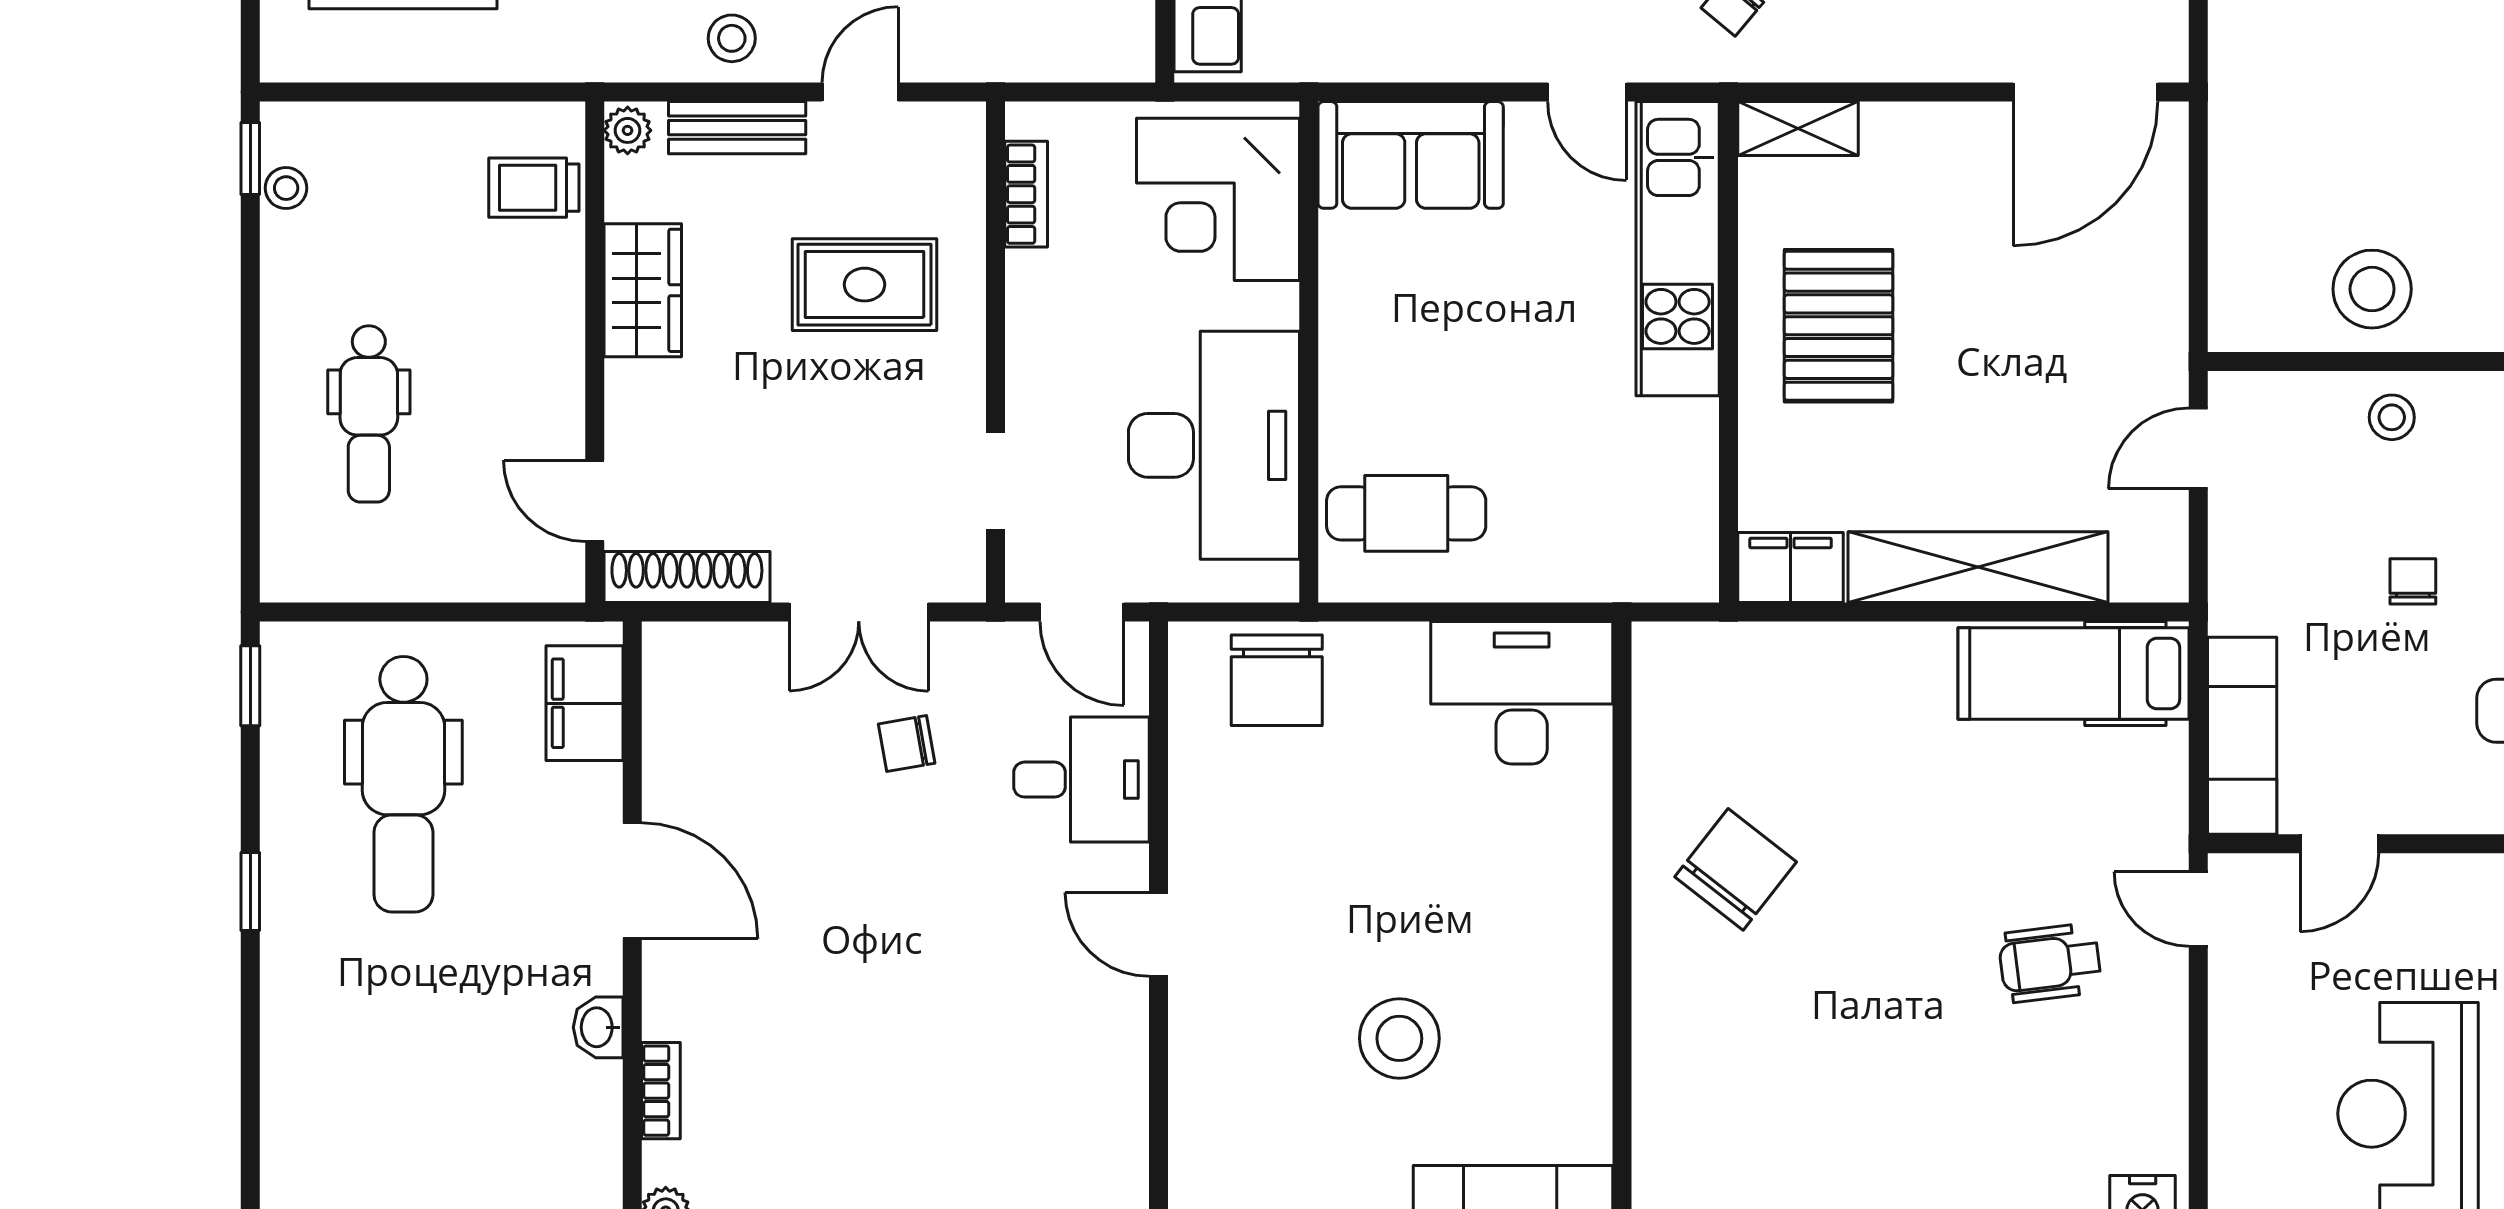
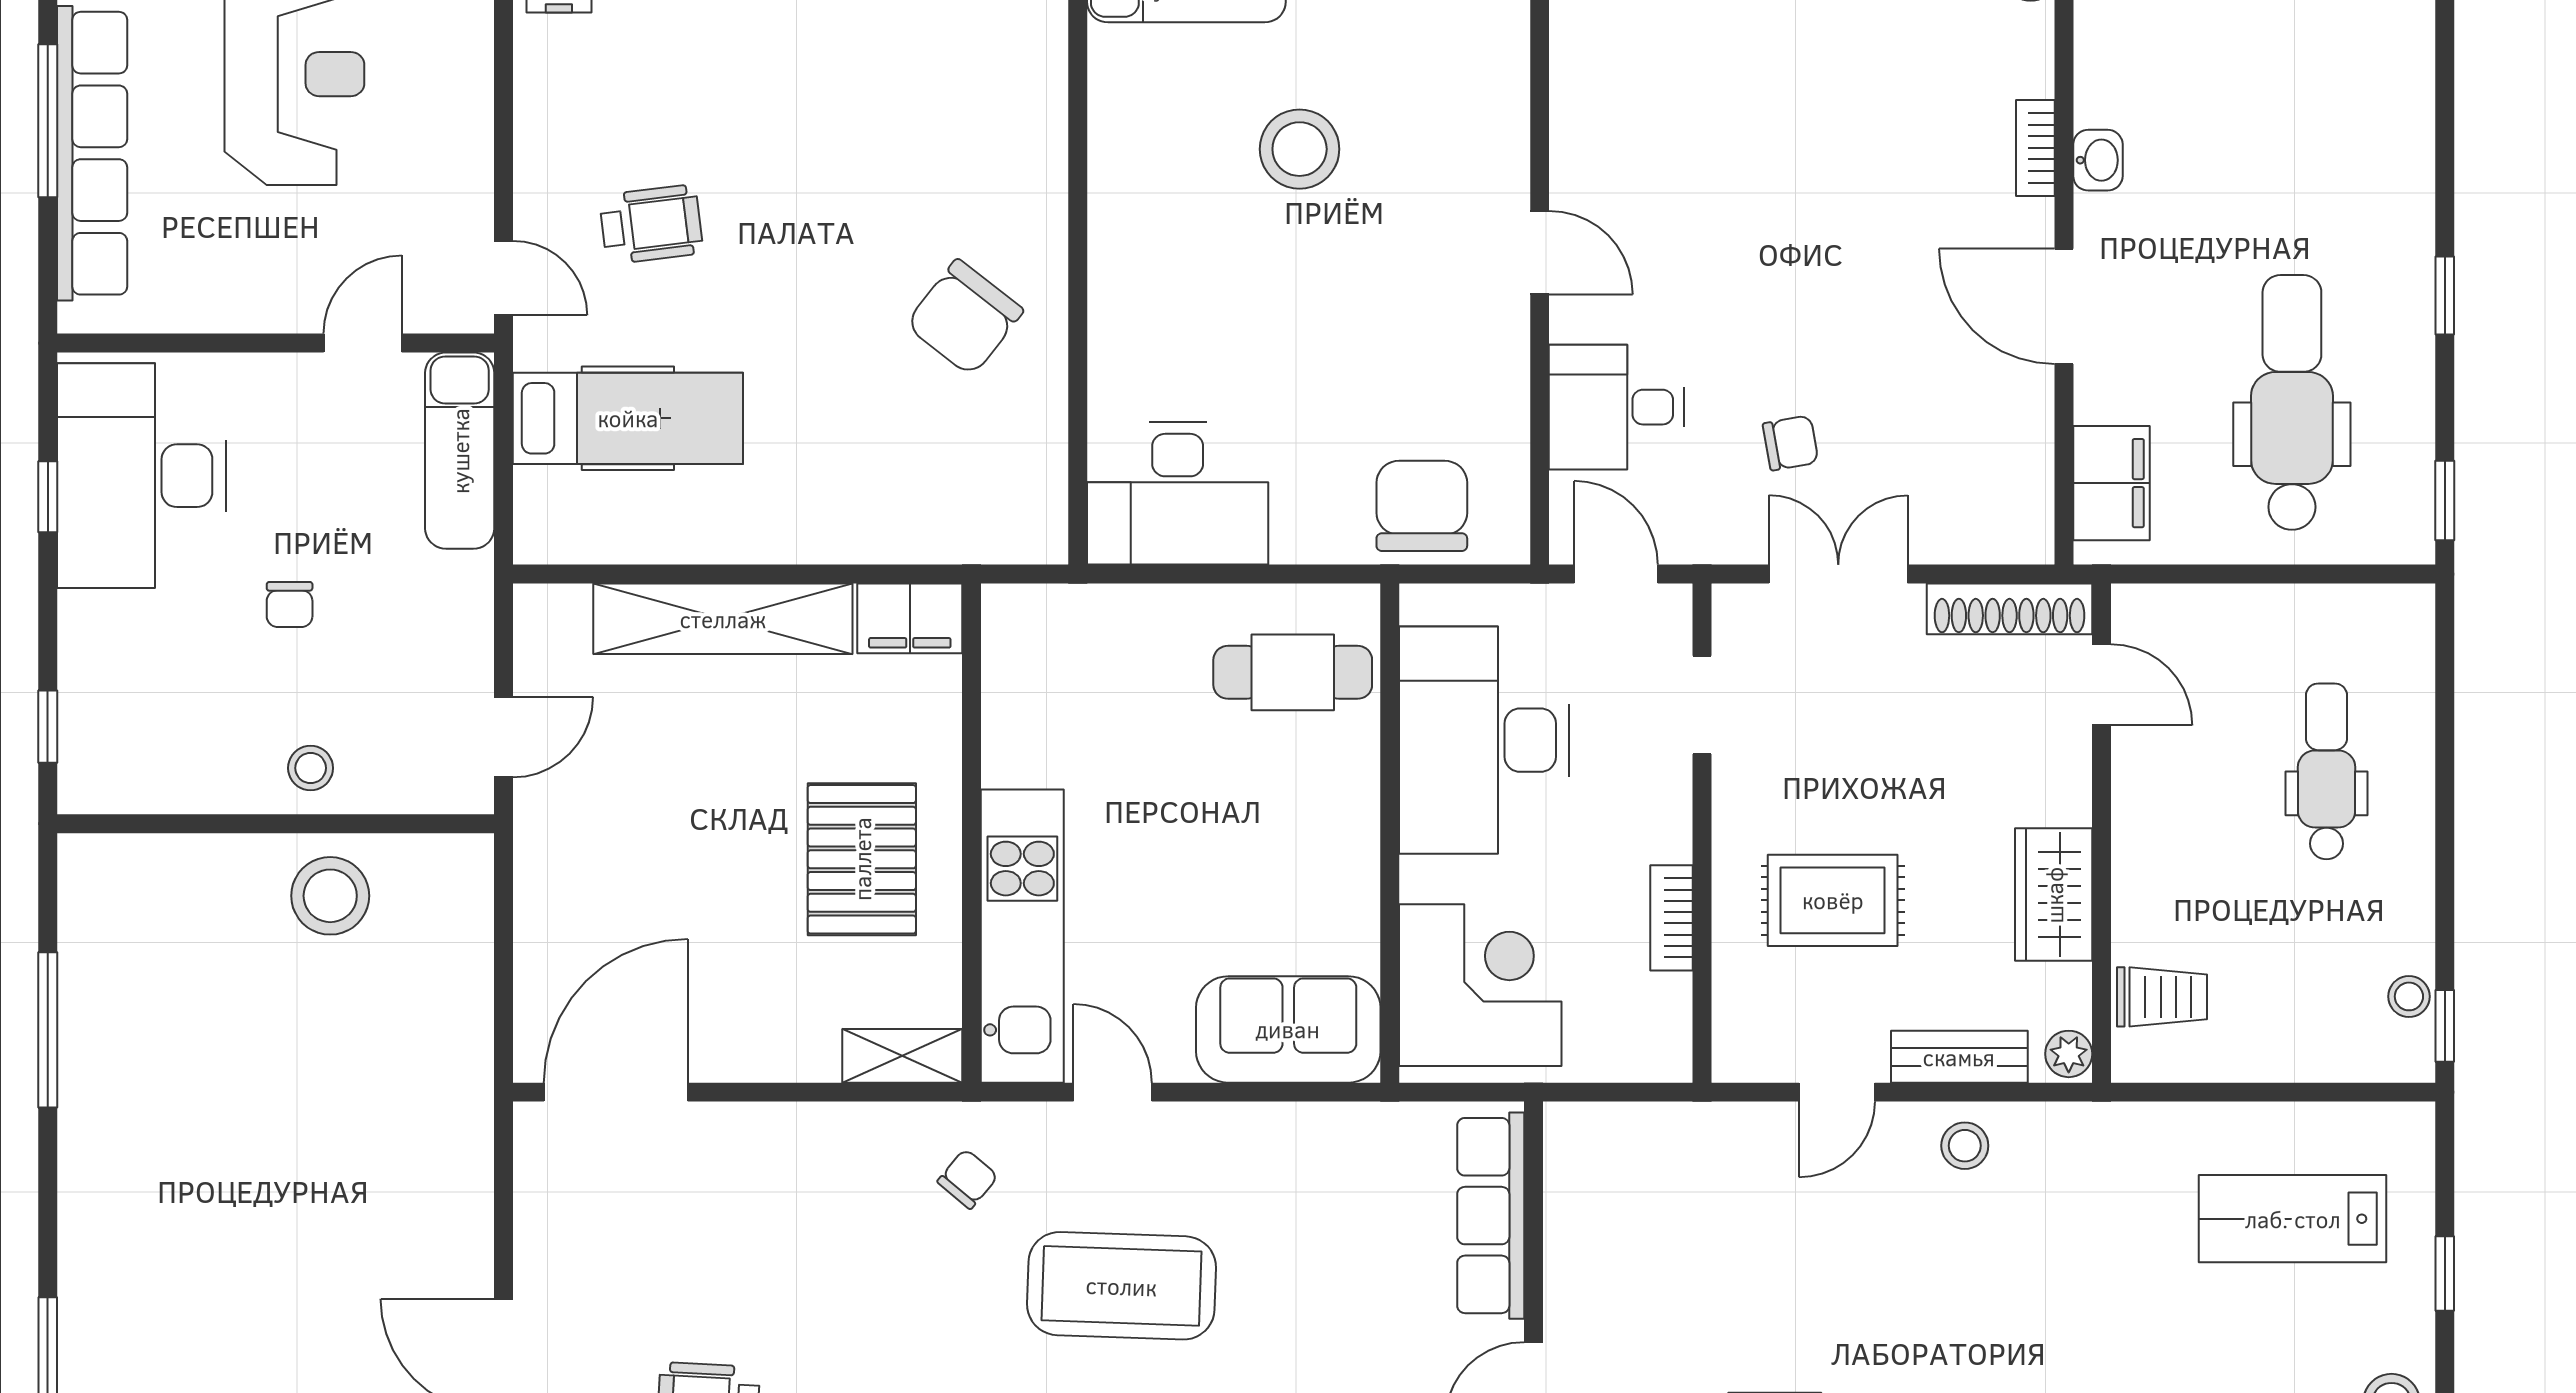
bookcase: (1026, 194) -> (1671, 918), moved
hospital bed: (2073, 673) -> (628, 418), moved
bookcase: (661, 1091) -> (2035, 148), moved

